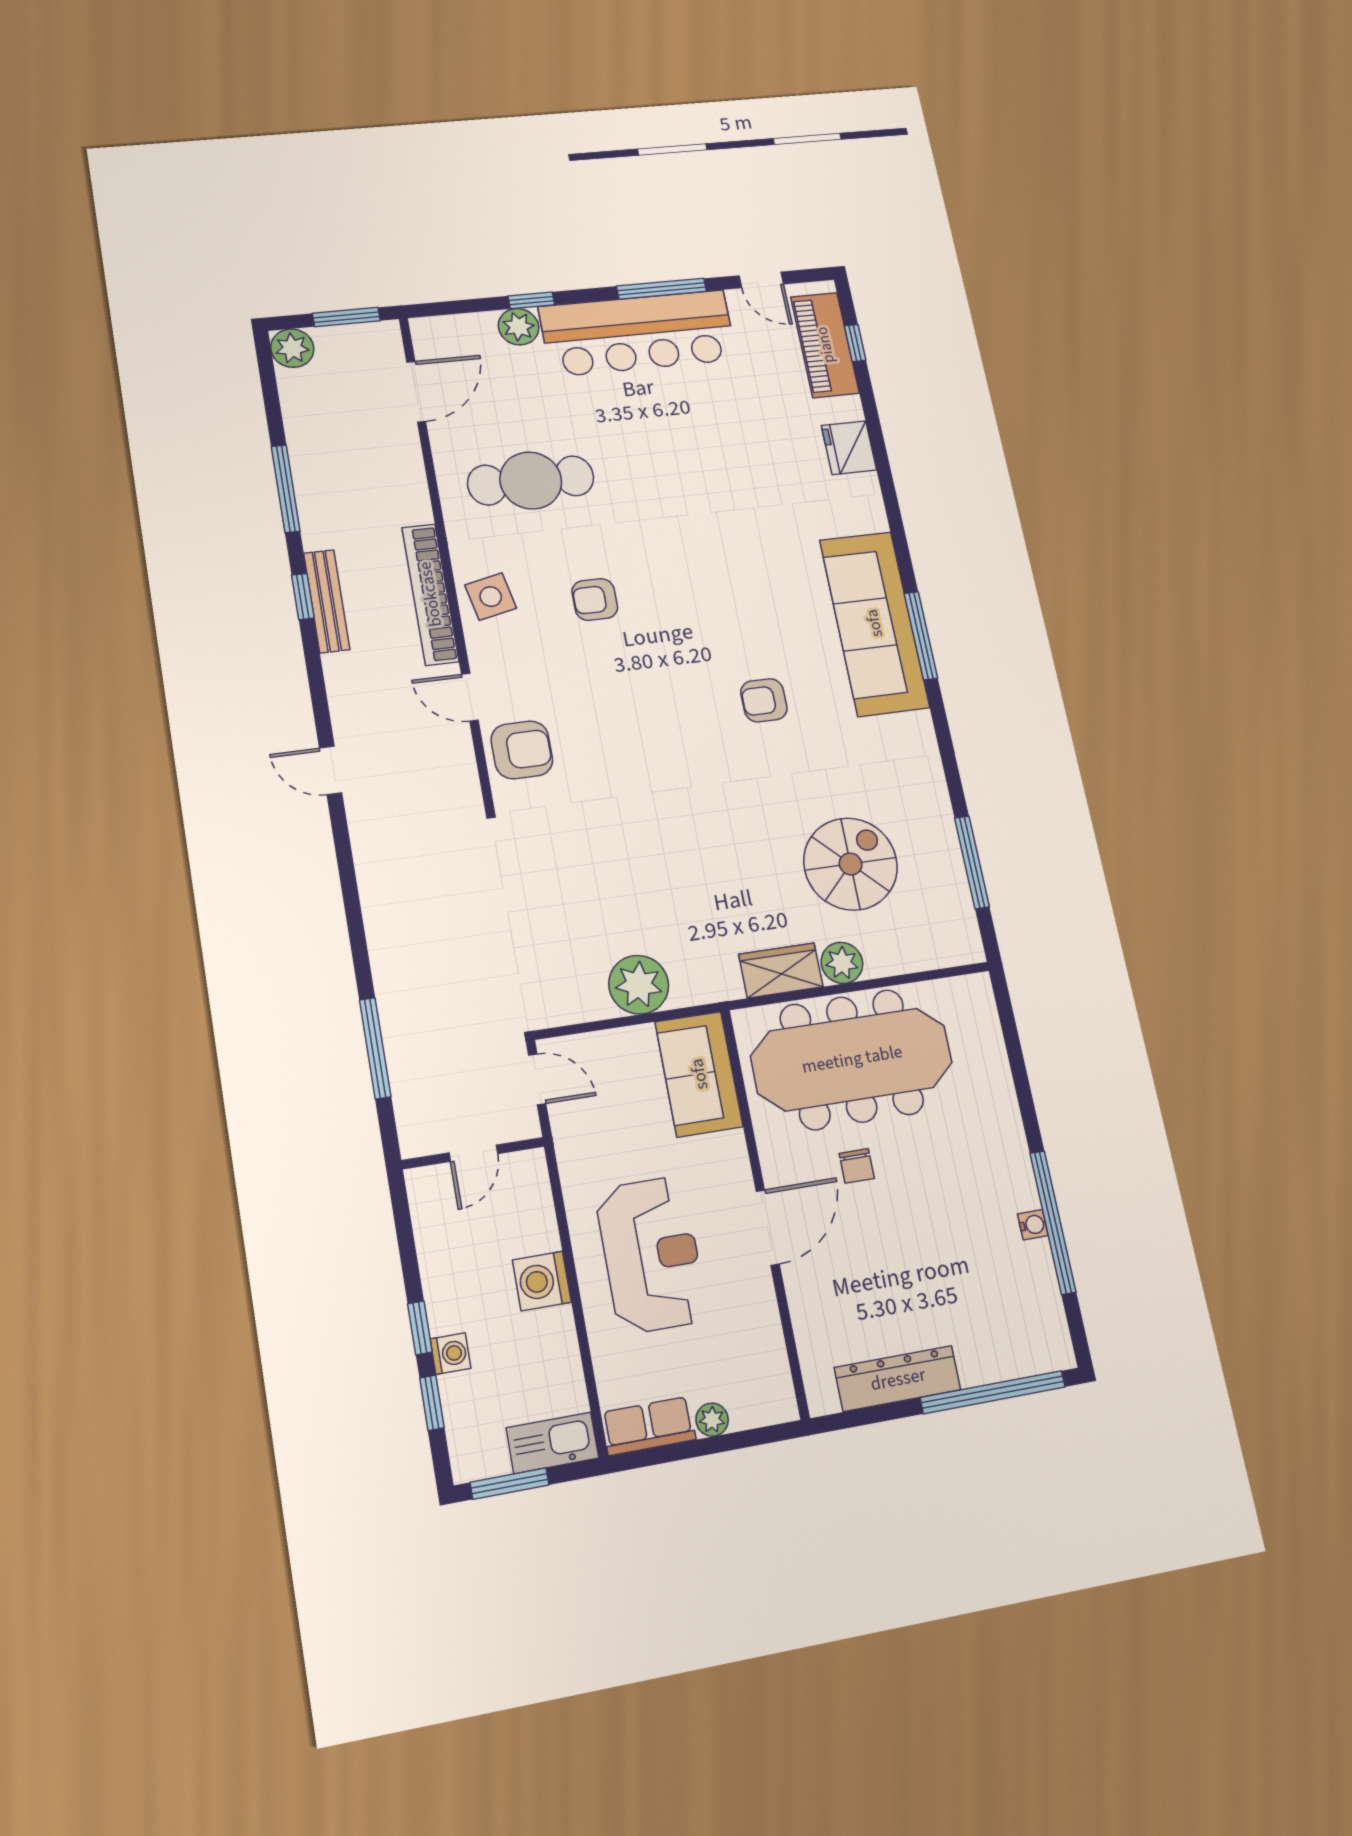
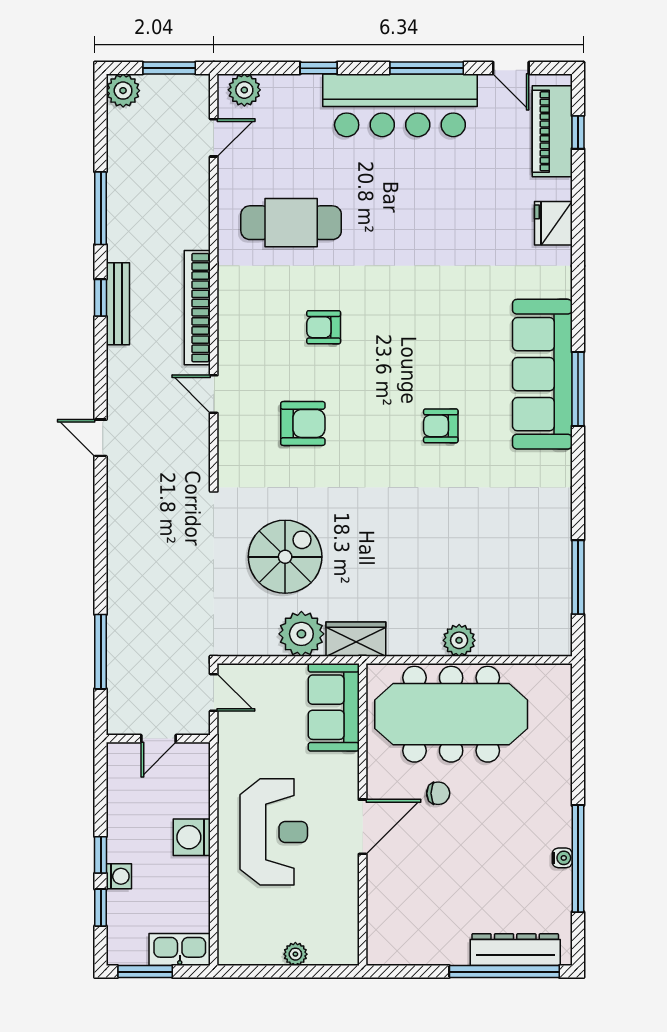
plant: (519, 327) -> (244, 90), moved
door: (416, 392) -> (214, 138), width x0.73
side table: (491, 597) -> (243, 315), removed
armchair: (522, 750) -> (303, 423), moved
spiral stairs: (851, 864) -> (285, 557), moved
wardrobe: (781, 970) -> (356, 639), moved
chair: (857, 1166) -> (438, 793), turned -90
dresser: (898, 1379) -> (515, 950), moved
row of seats: (649, 1426) -> (249, 950), removed

